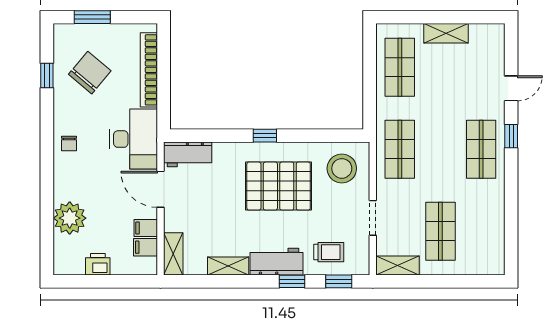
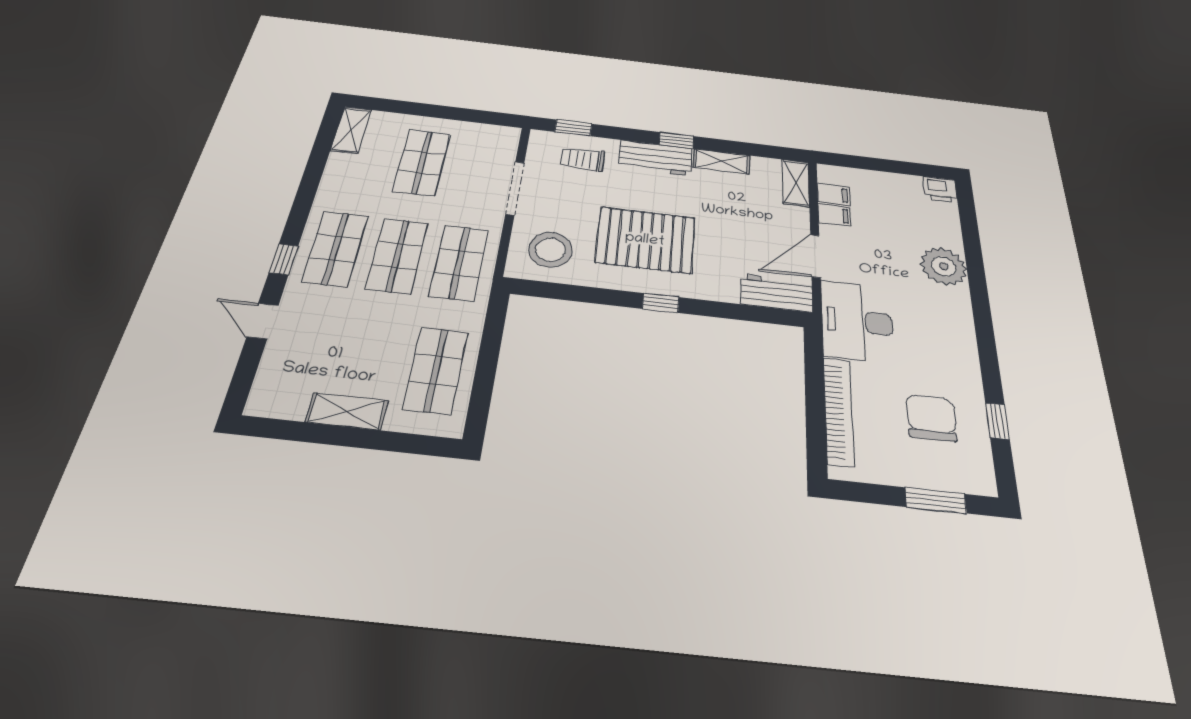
chair: (90, 73) -> (931, 418), turned 140
door: (511, 88) -> (263, 321), hinge flipped
chair: (69, 143) -> (952, 327), removed
shop shelf: (440, 149) -> (397, 256), added
door: (160, 189) -> (815, 256), swing flipped
plant: (70, 218) -> (944, 266), moved
doorway: (373, 218) -> (515, 188), width x1.38
printer: (98, 264) -> (940, 189), moved
shelving: (398, 265) -> (351, 130), moved, turned 90
window: (292, 281) -> (677, 140), moved

